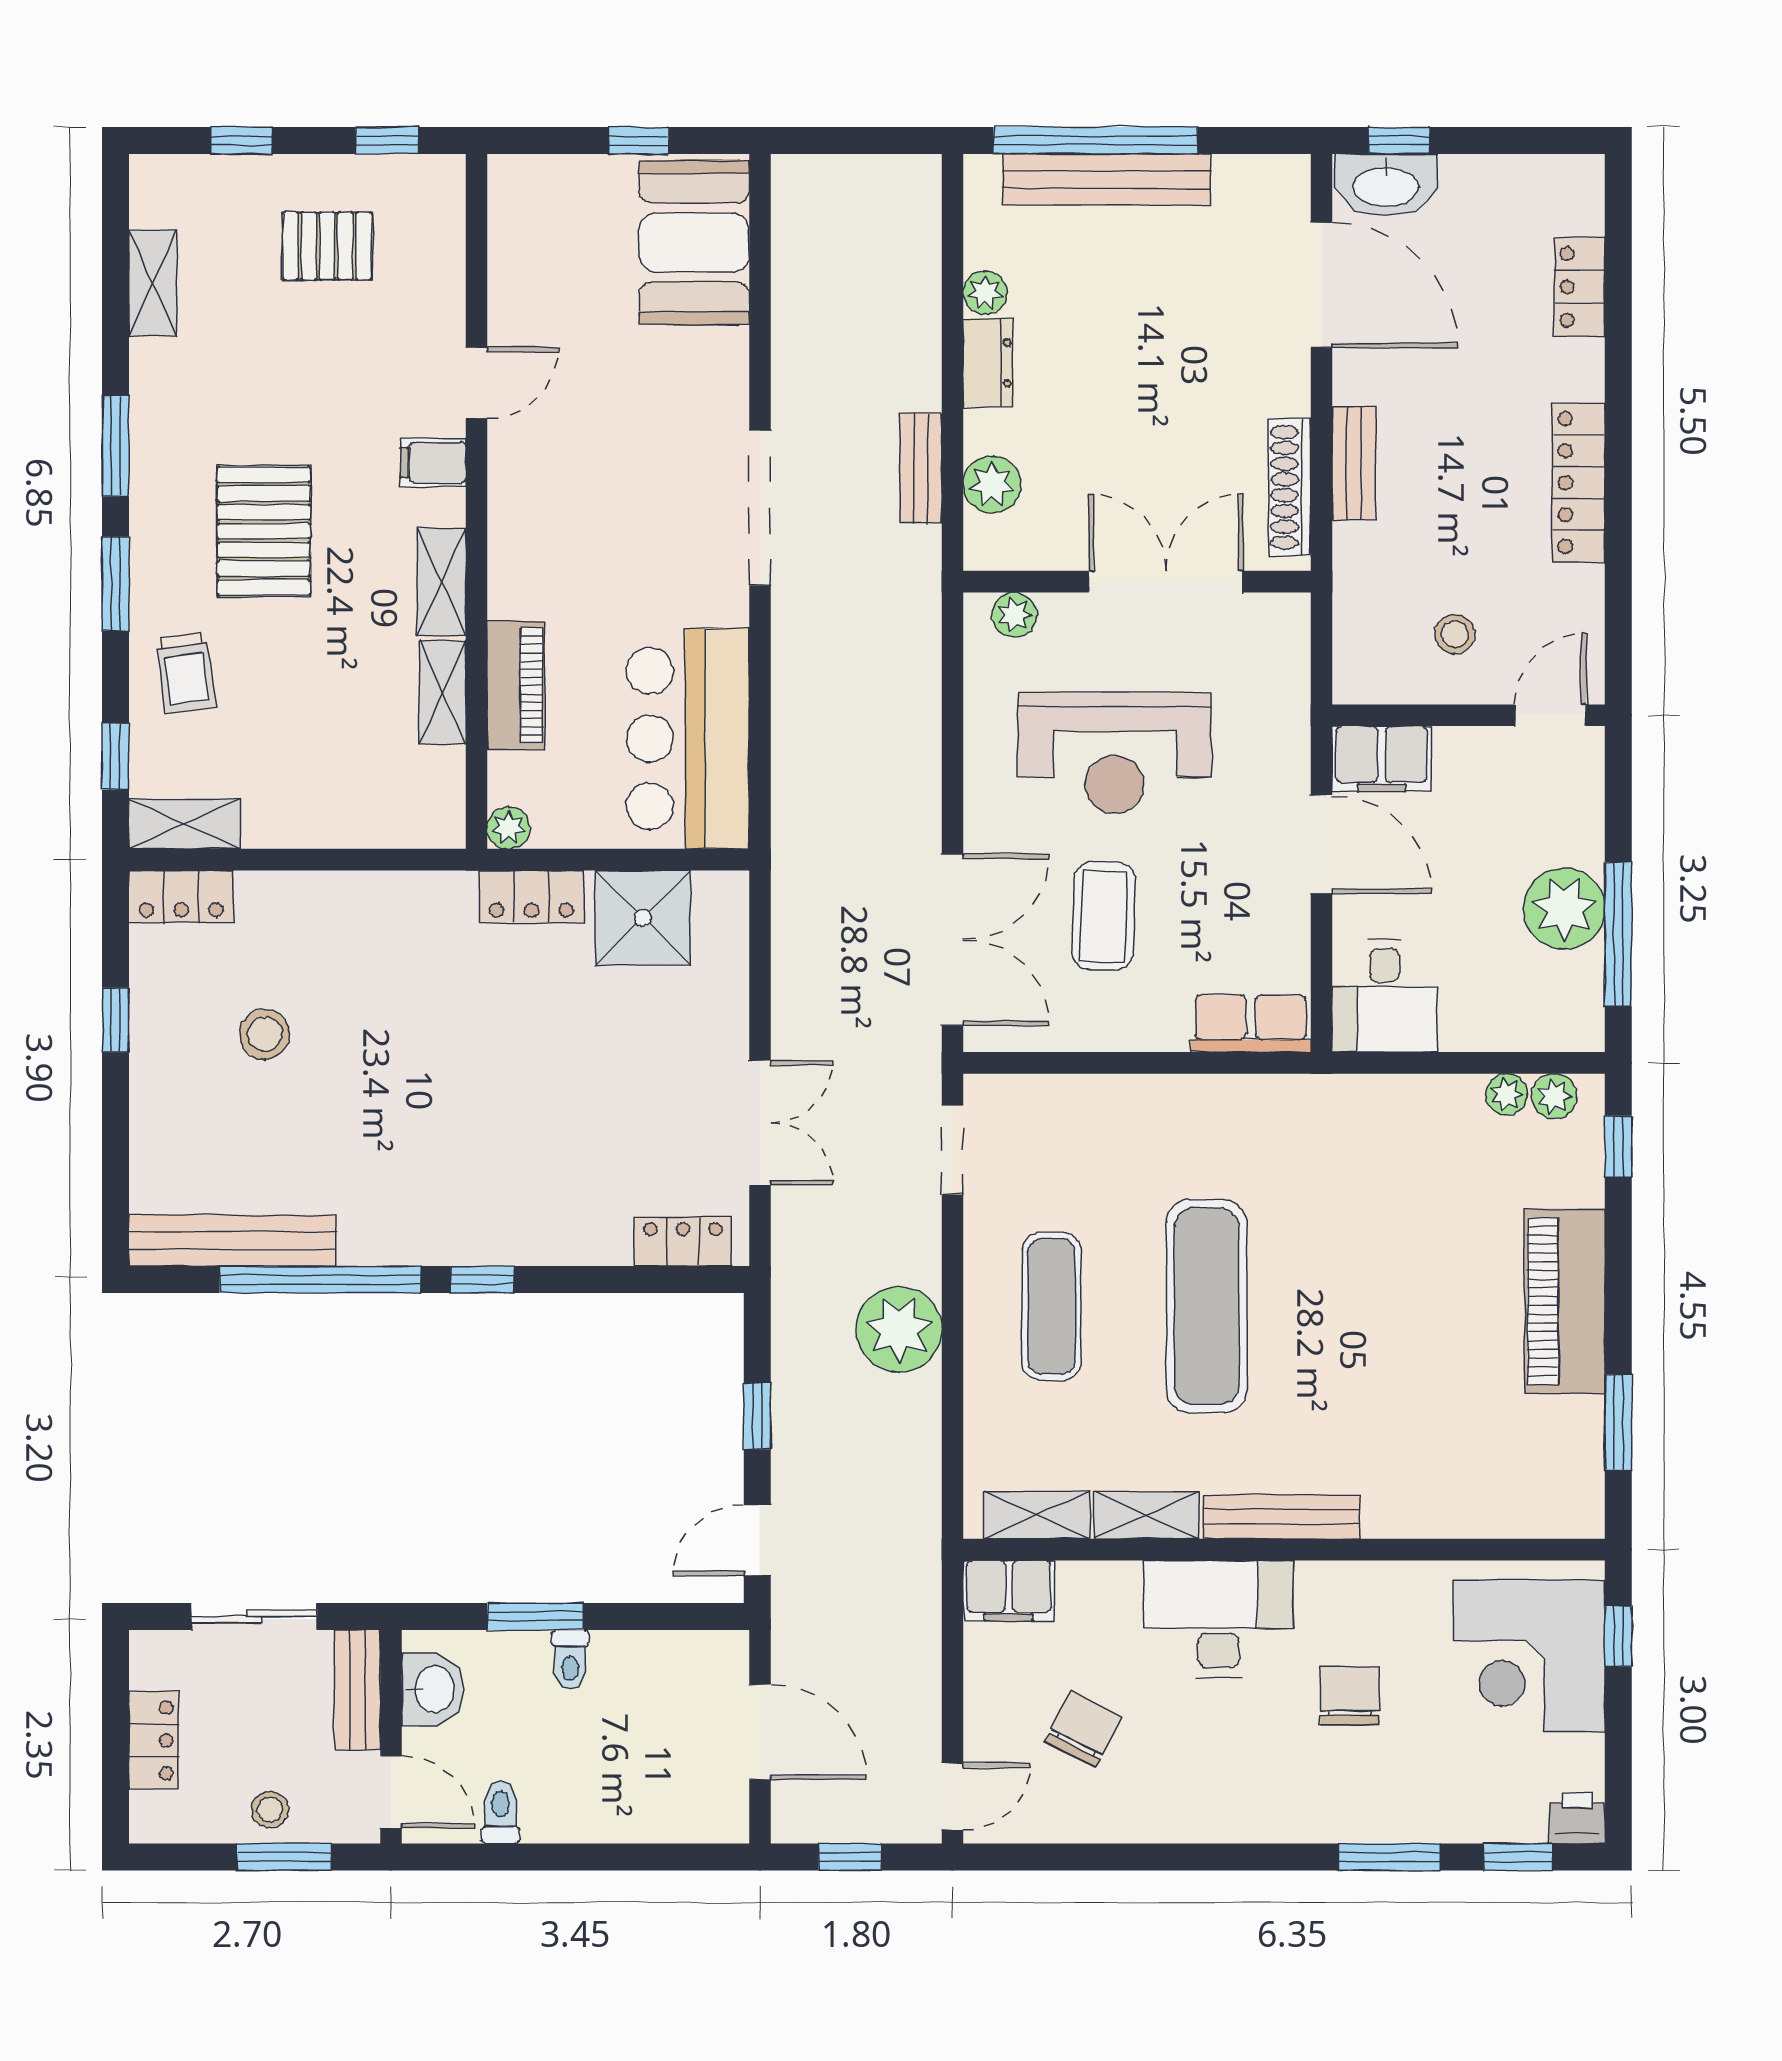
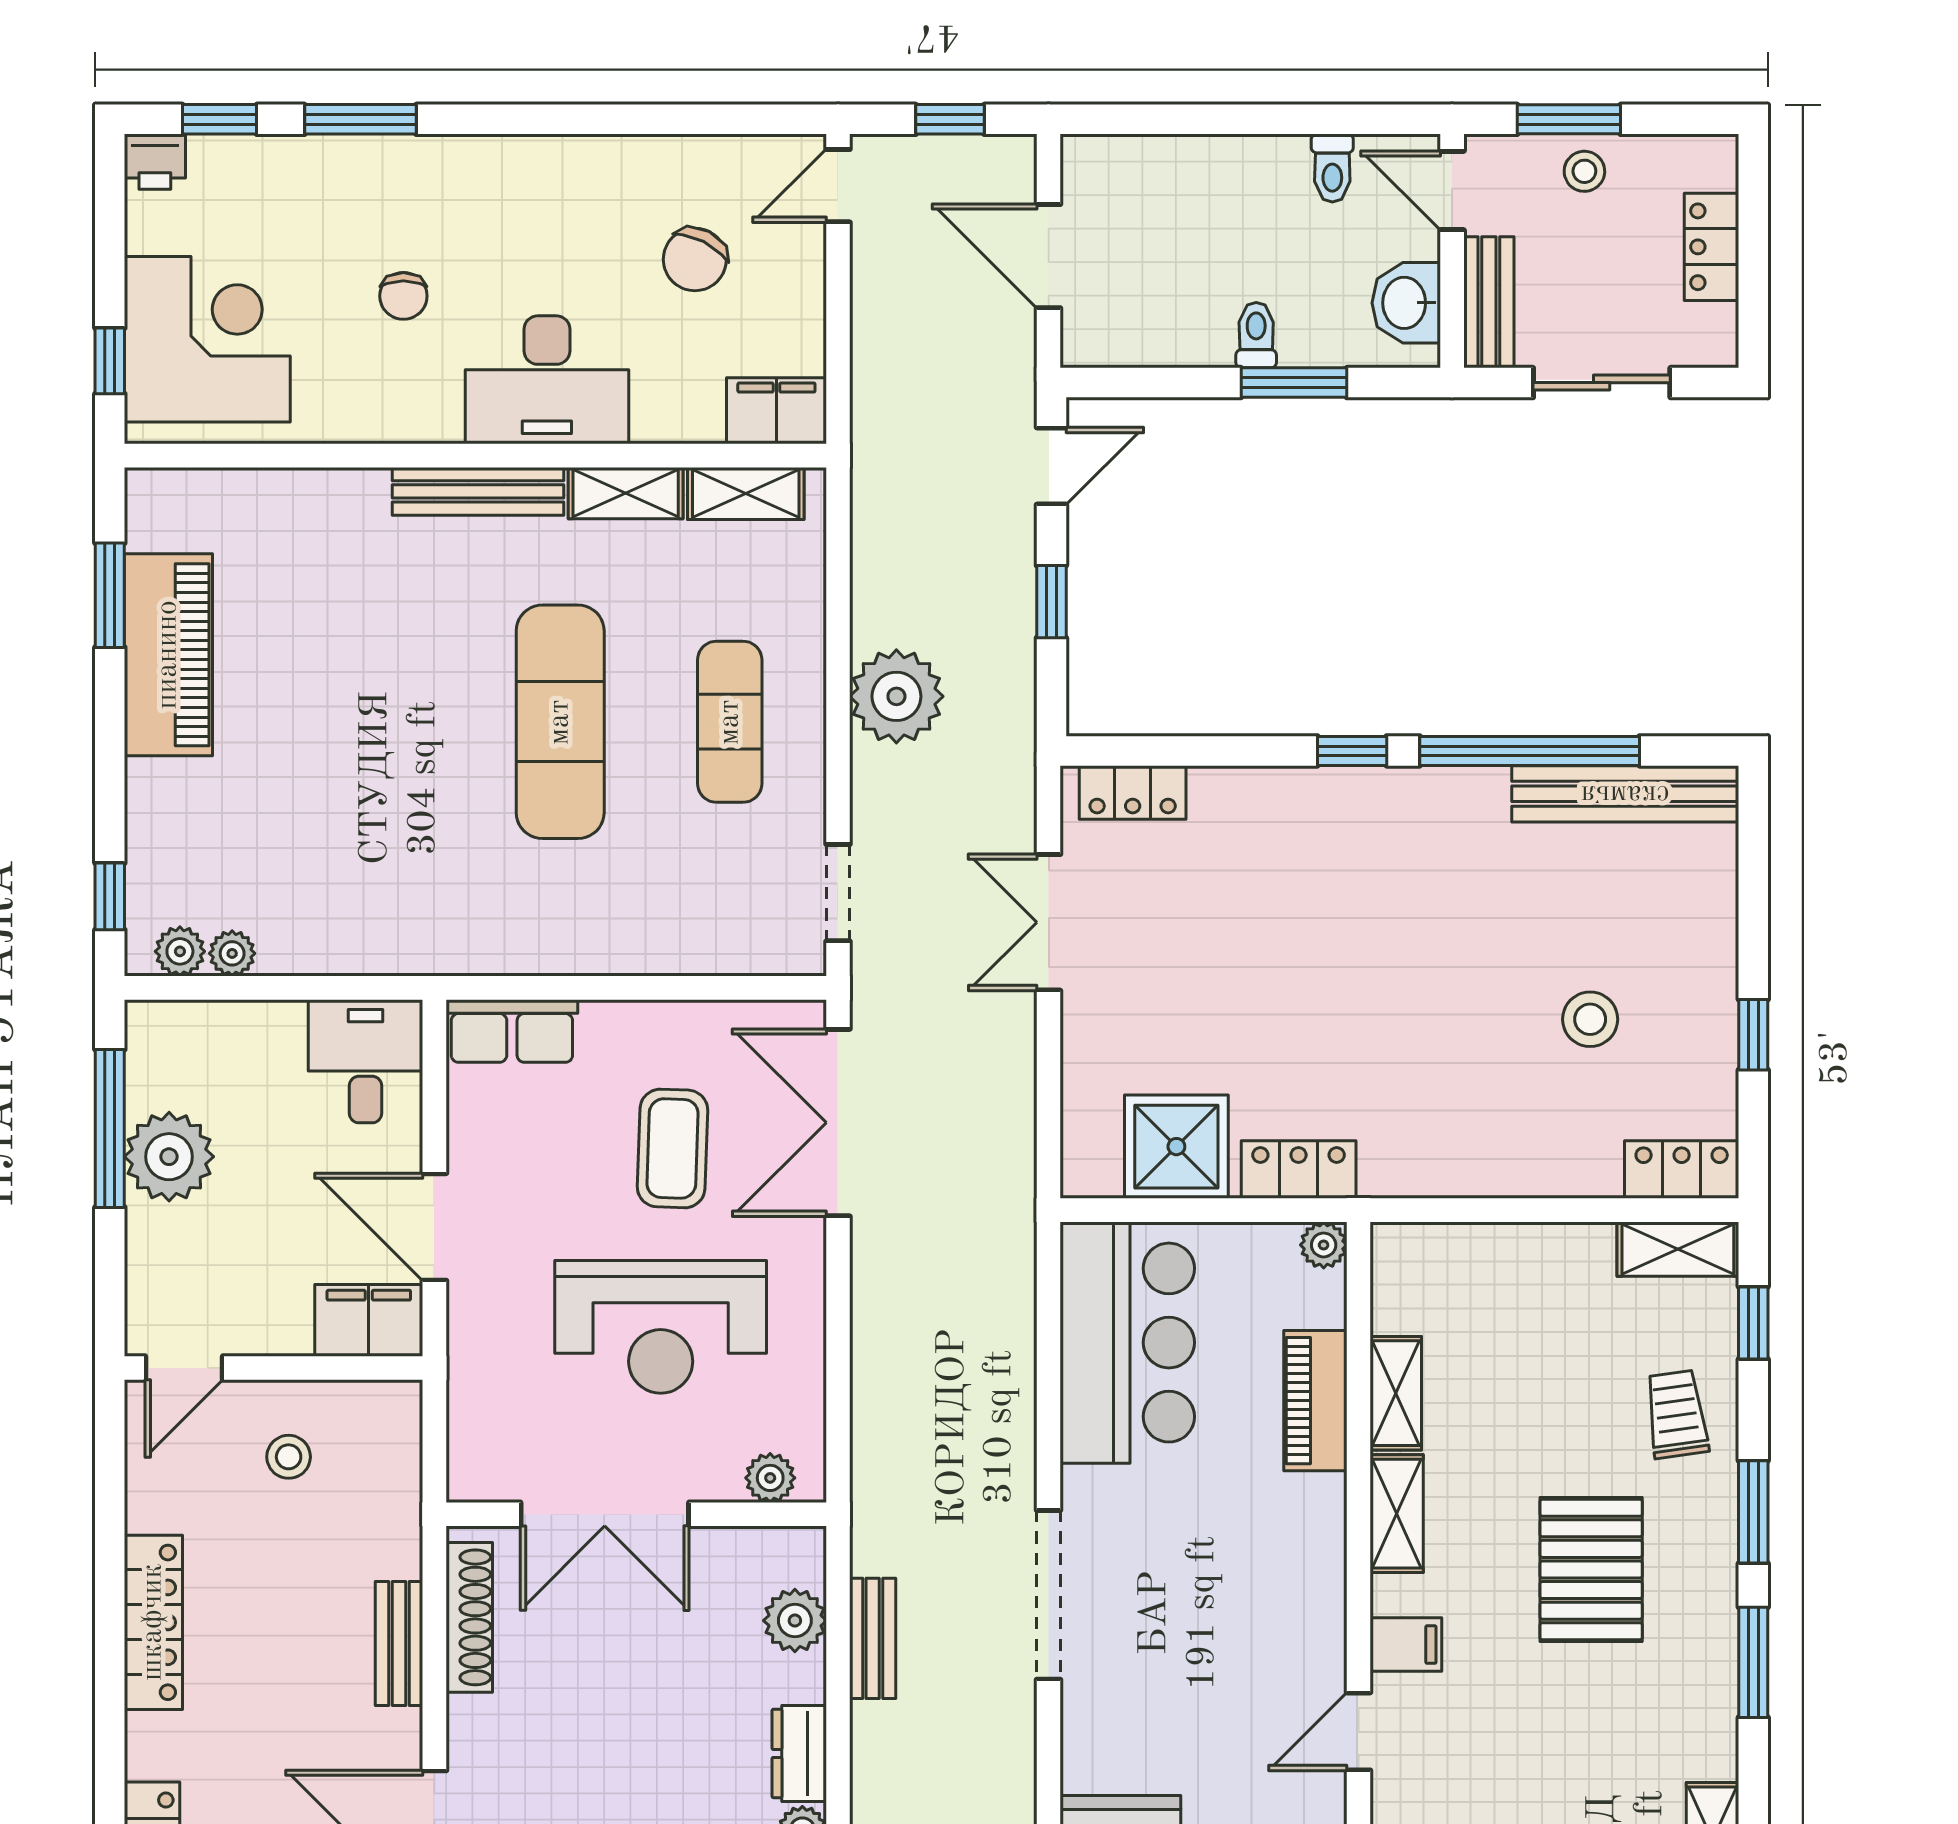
reception desk: (1115, 753) -> (661, 1327), turned 180
piano: (1565, 1301) -> (168, 655), moved
chair: (1350, 1696) -> (403, 296), width x0.73, depth x0.73

